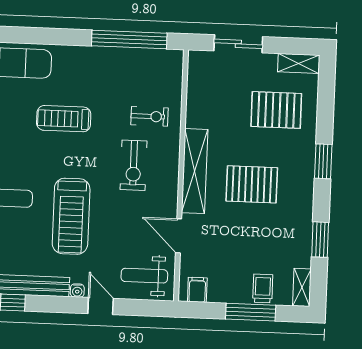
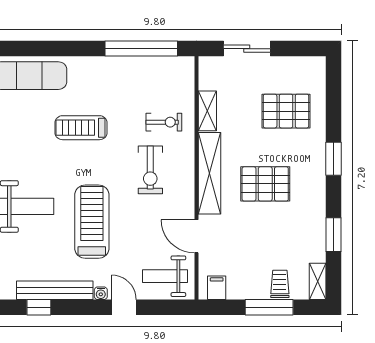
shelving: (299, 63) -> (207, 111), moved, turned 90
treadmill: (71, 216) -> (92, 222), turned 180

